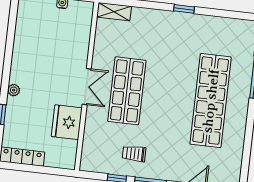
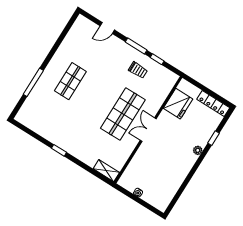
shop shelf: (211, 101) -> (70, 81), width x0.50, depth x0.74
fridge: (67, 122) -> (178, 104), moved

